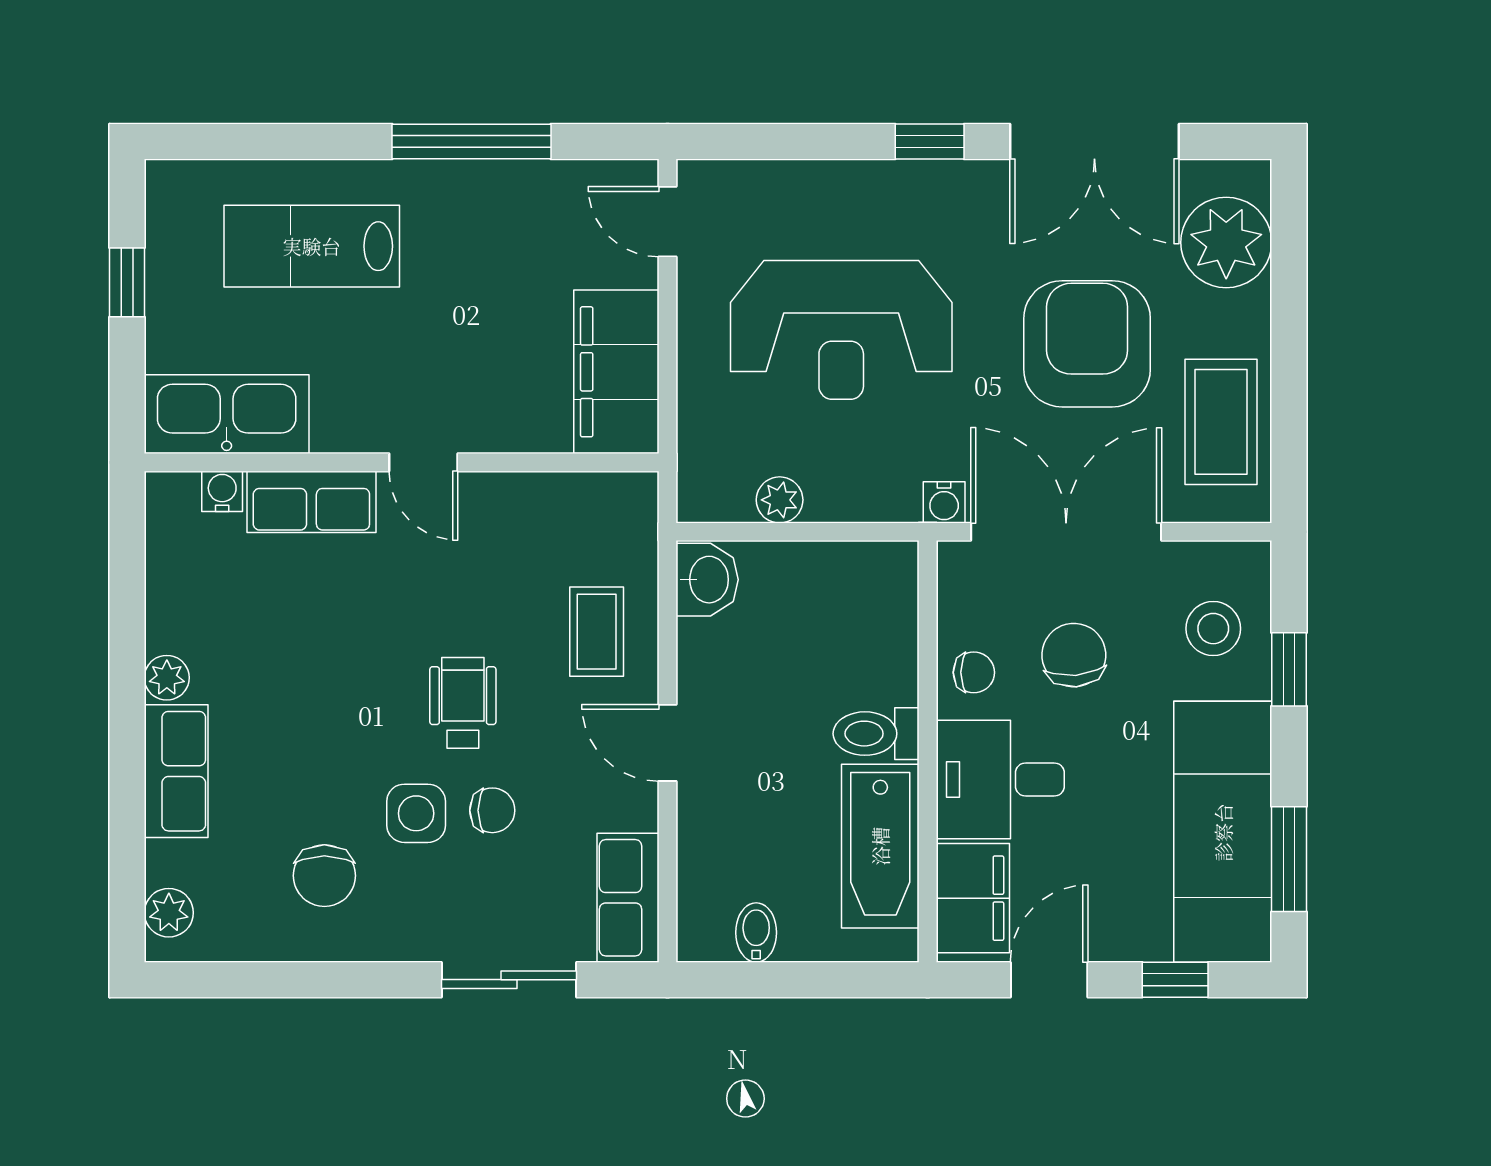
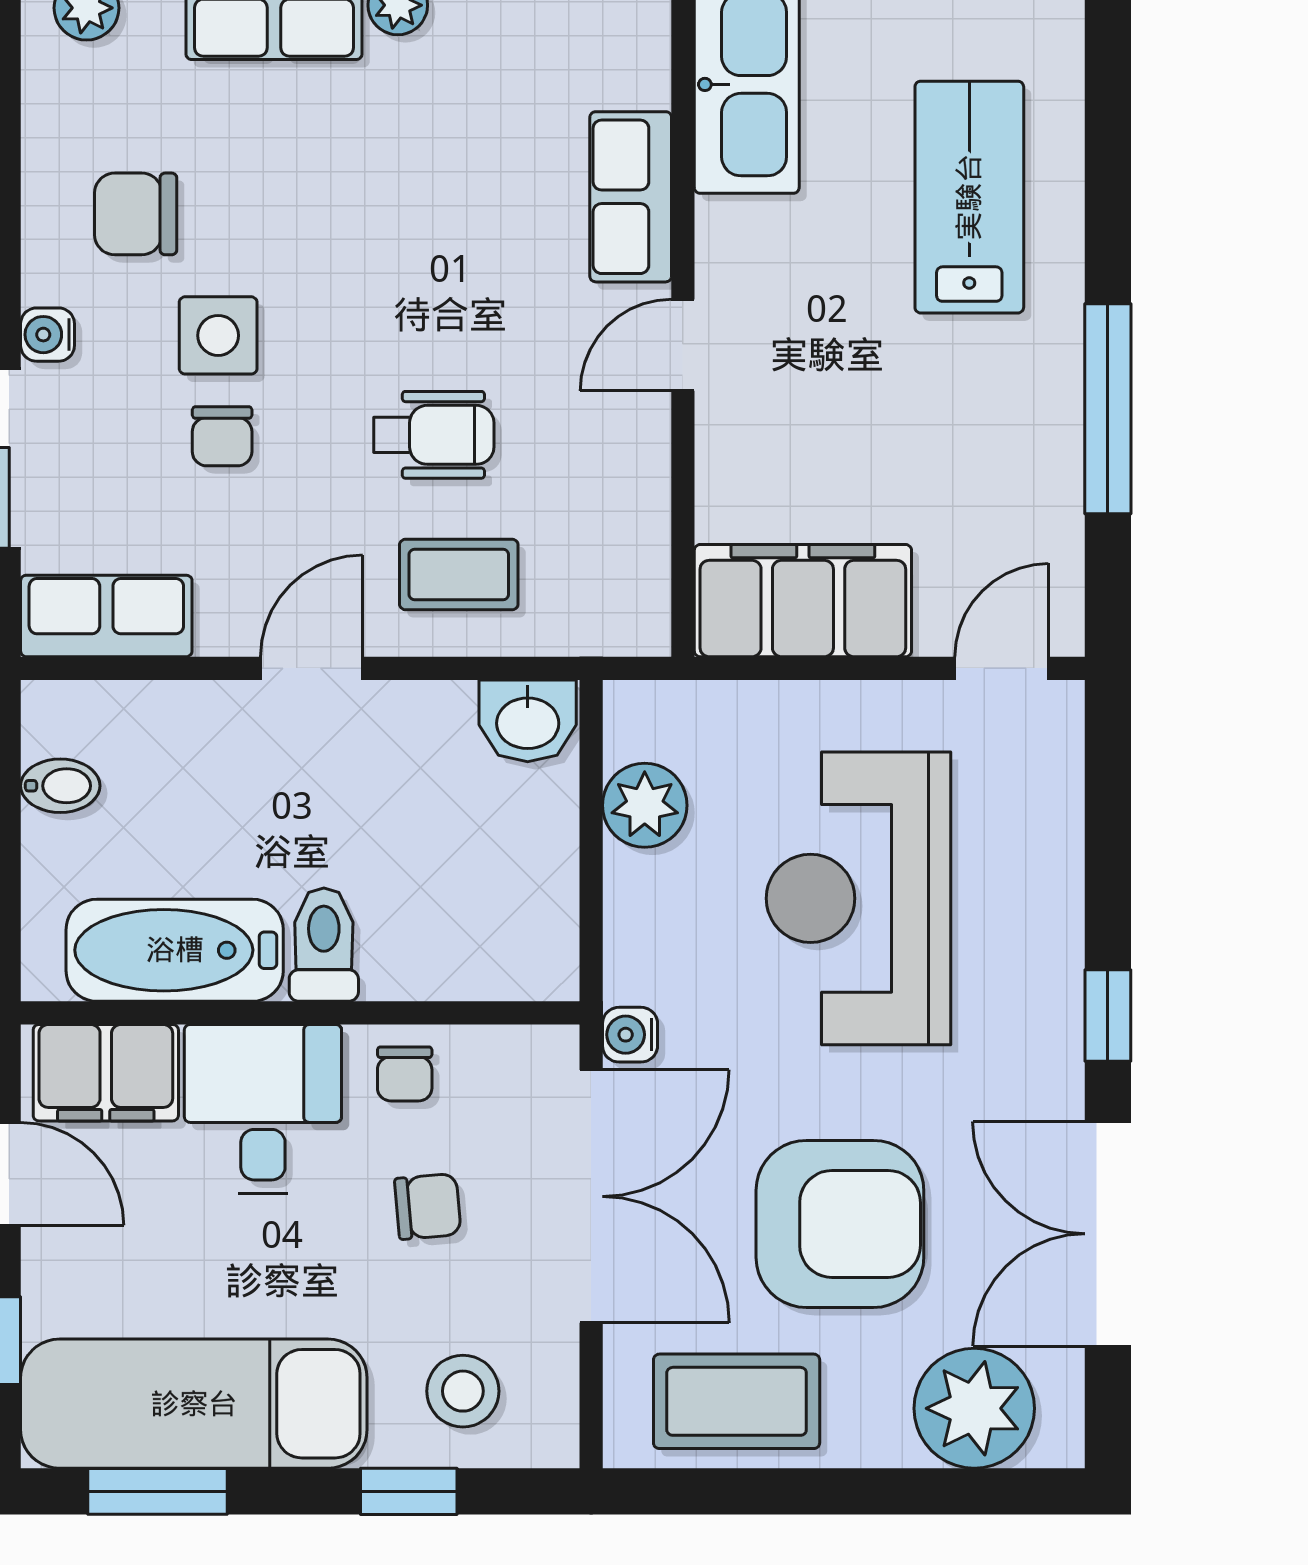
water cooler: (222, 491) -> (48, 335), moved, turned 180
plant: (780, 500) -> (645, 805), width x1.38, depth x1.38
chair: (1074, 655) -> (428, 1206), width x0.73, depth x0.73
wheelchair: (463, 703) -> (434, 435), moved

